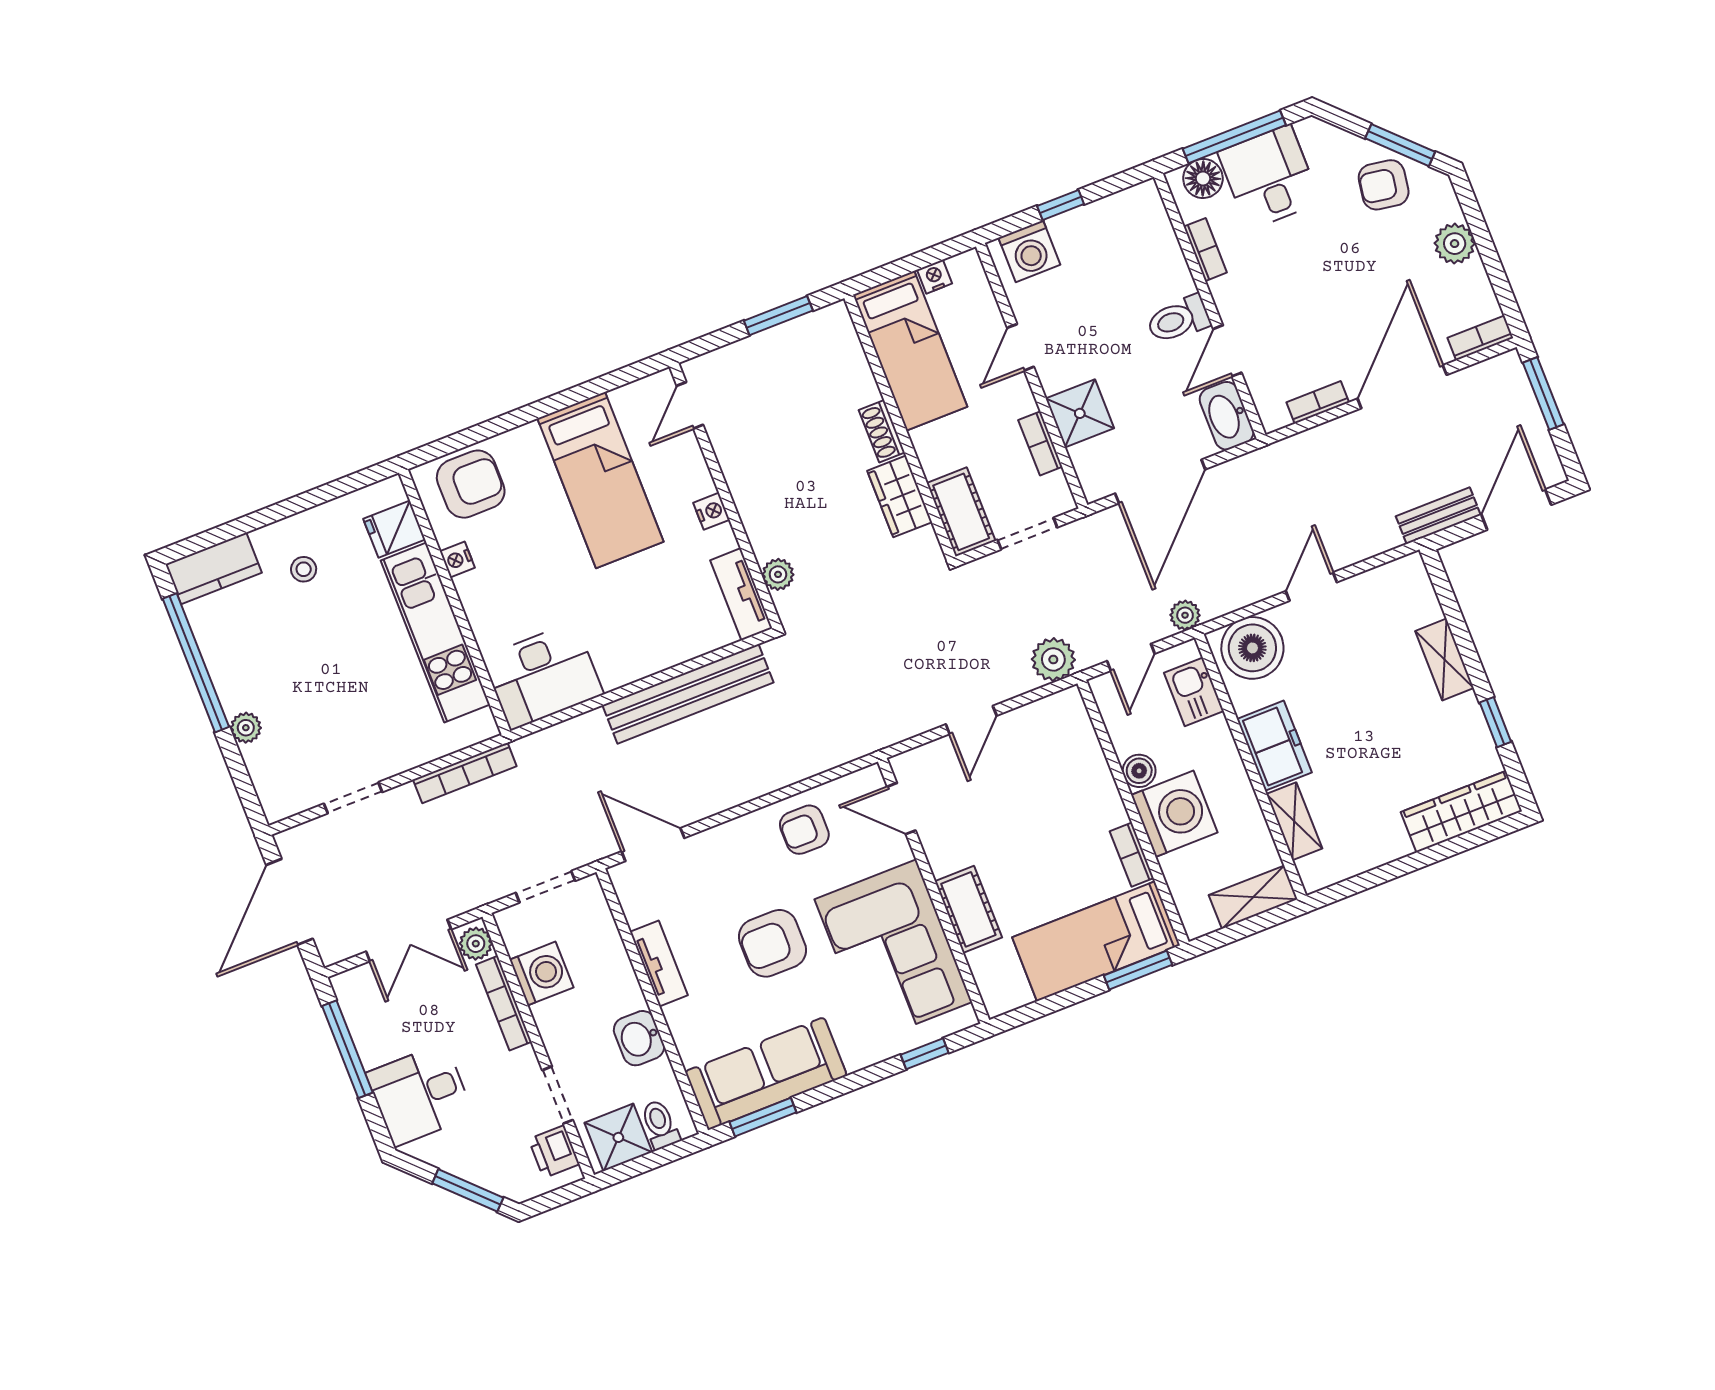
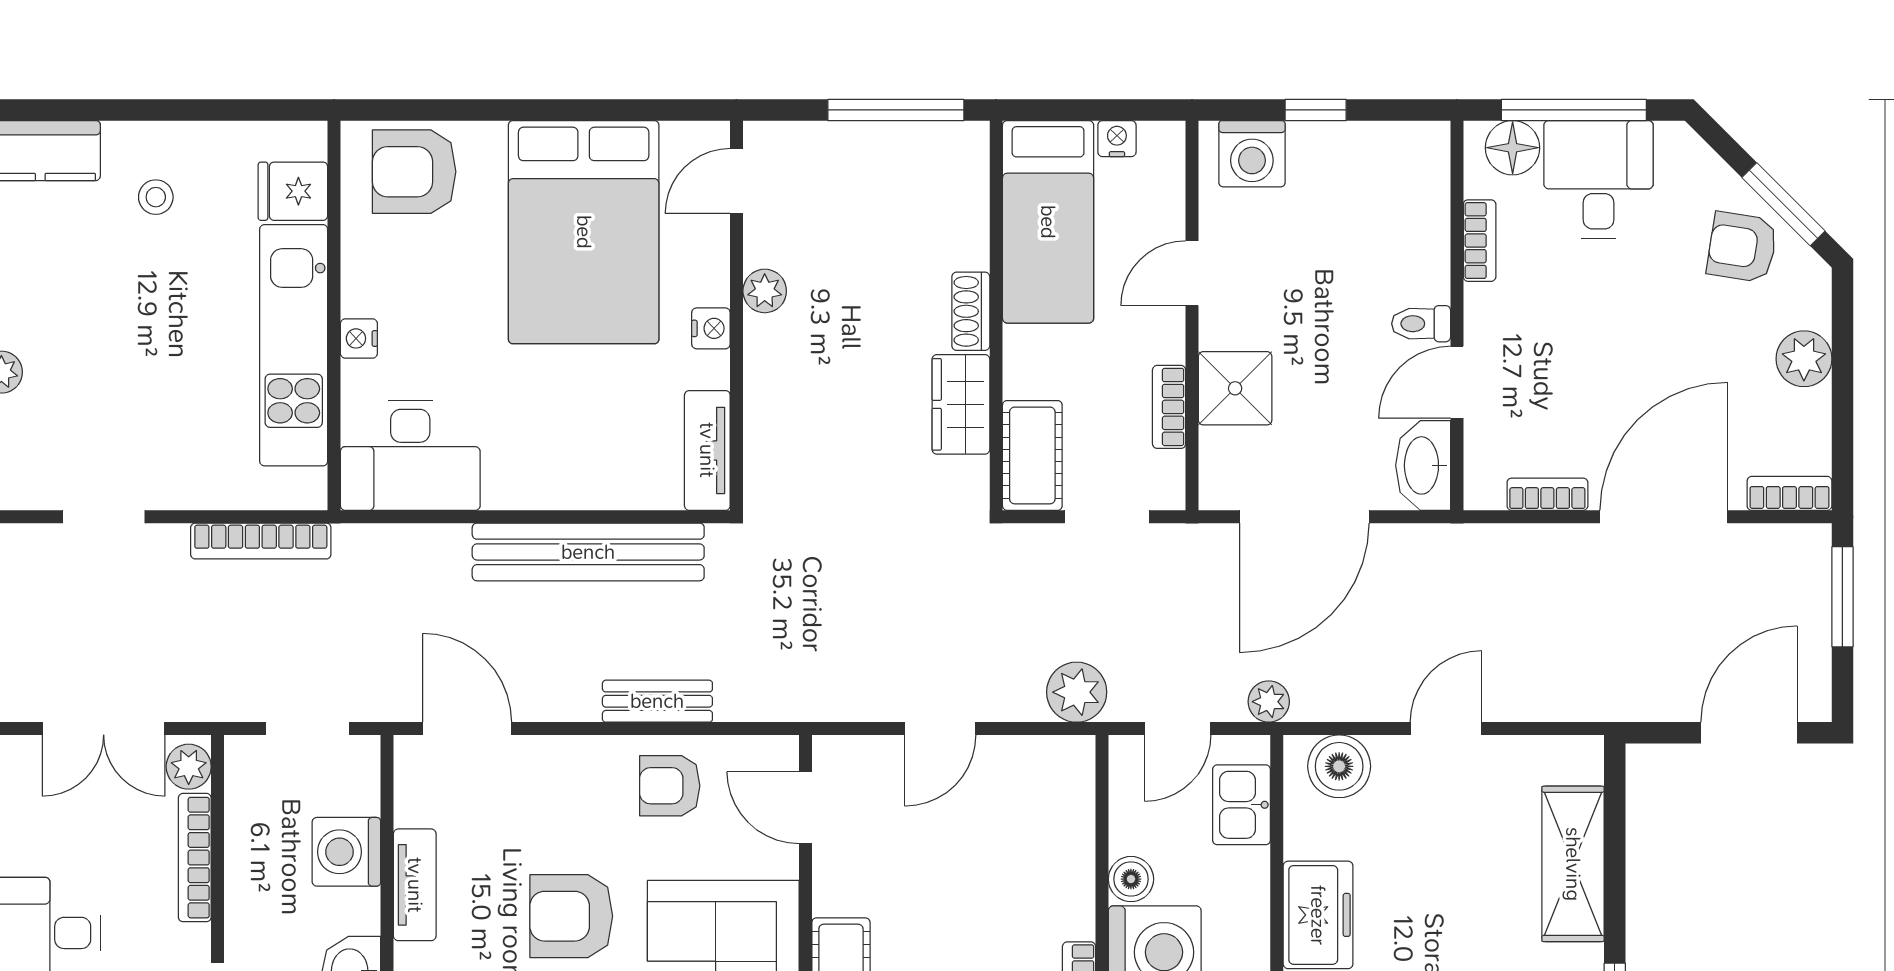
window: (778, 316) -> (896, 110), width x1.44
toilet: (1178, 319) -> (1421, 324), width x0.73, depth x0.72
bed: (601, 480) -> (584, 232), width x1.50
armchair: (471, 484) -> (414, 172), turned 180
bench: (1438, 516) -> (657, 701), moved
nightstand: (457, 559) -> (359, 338), moved
plant: (778, 574) -> (765, 291), moved
boiler: (1252, 648) -> (1339, 766), width x0.73, depth x0.73
shelving: (1444, 660) -> (1573, 864), width x1.50, depth x1.33
washing machine: (541, 974) -> (346, 852), moved, turned 180

